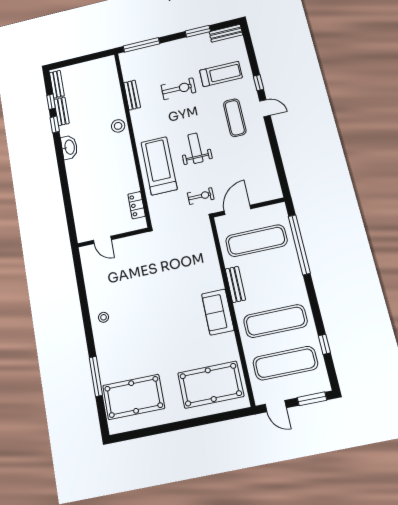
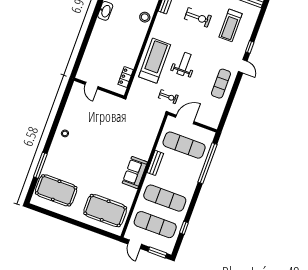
treadmill: (221, 74) -> (231, 25), turned 90
exercise mat: (235, 118) -> (221, 84), moved

